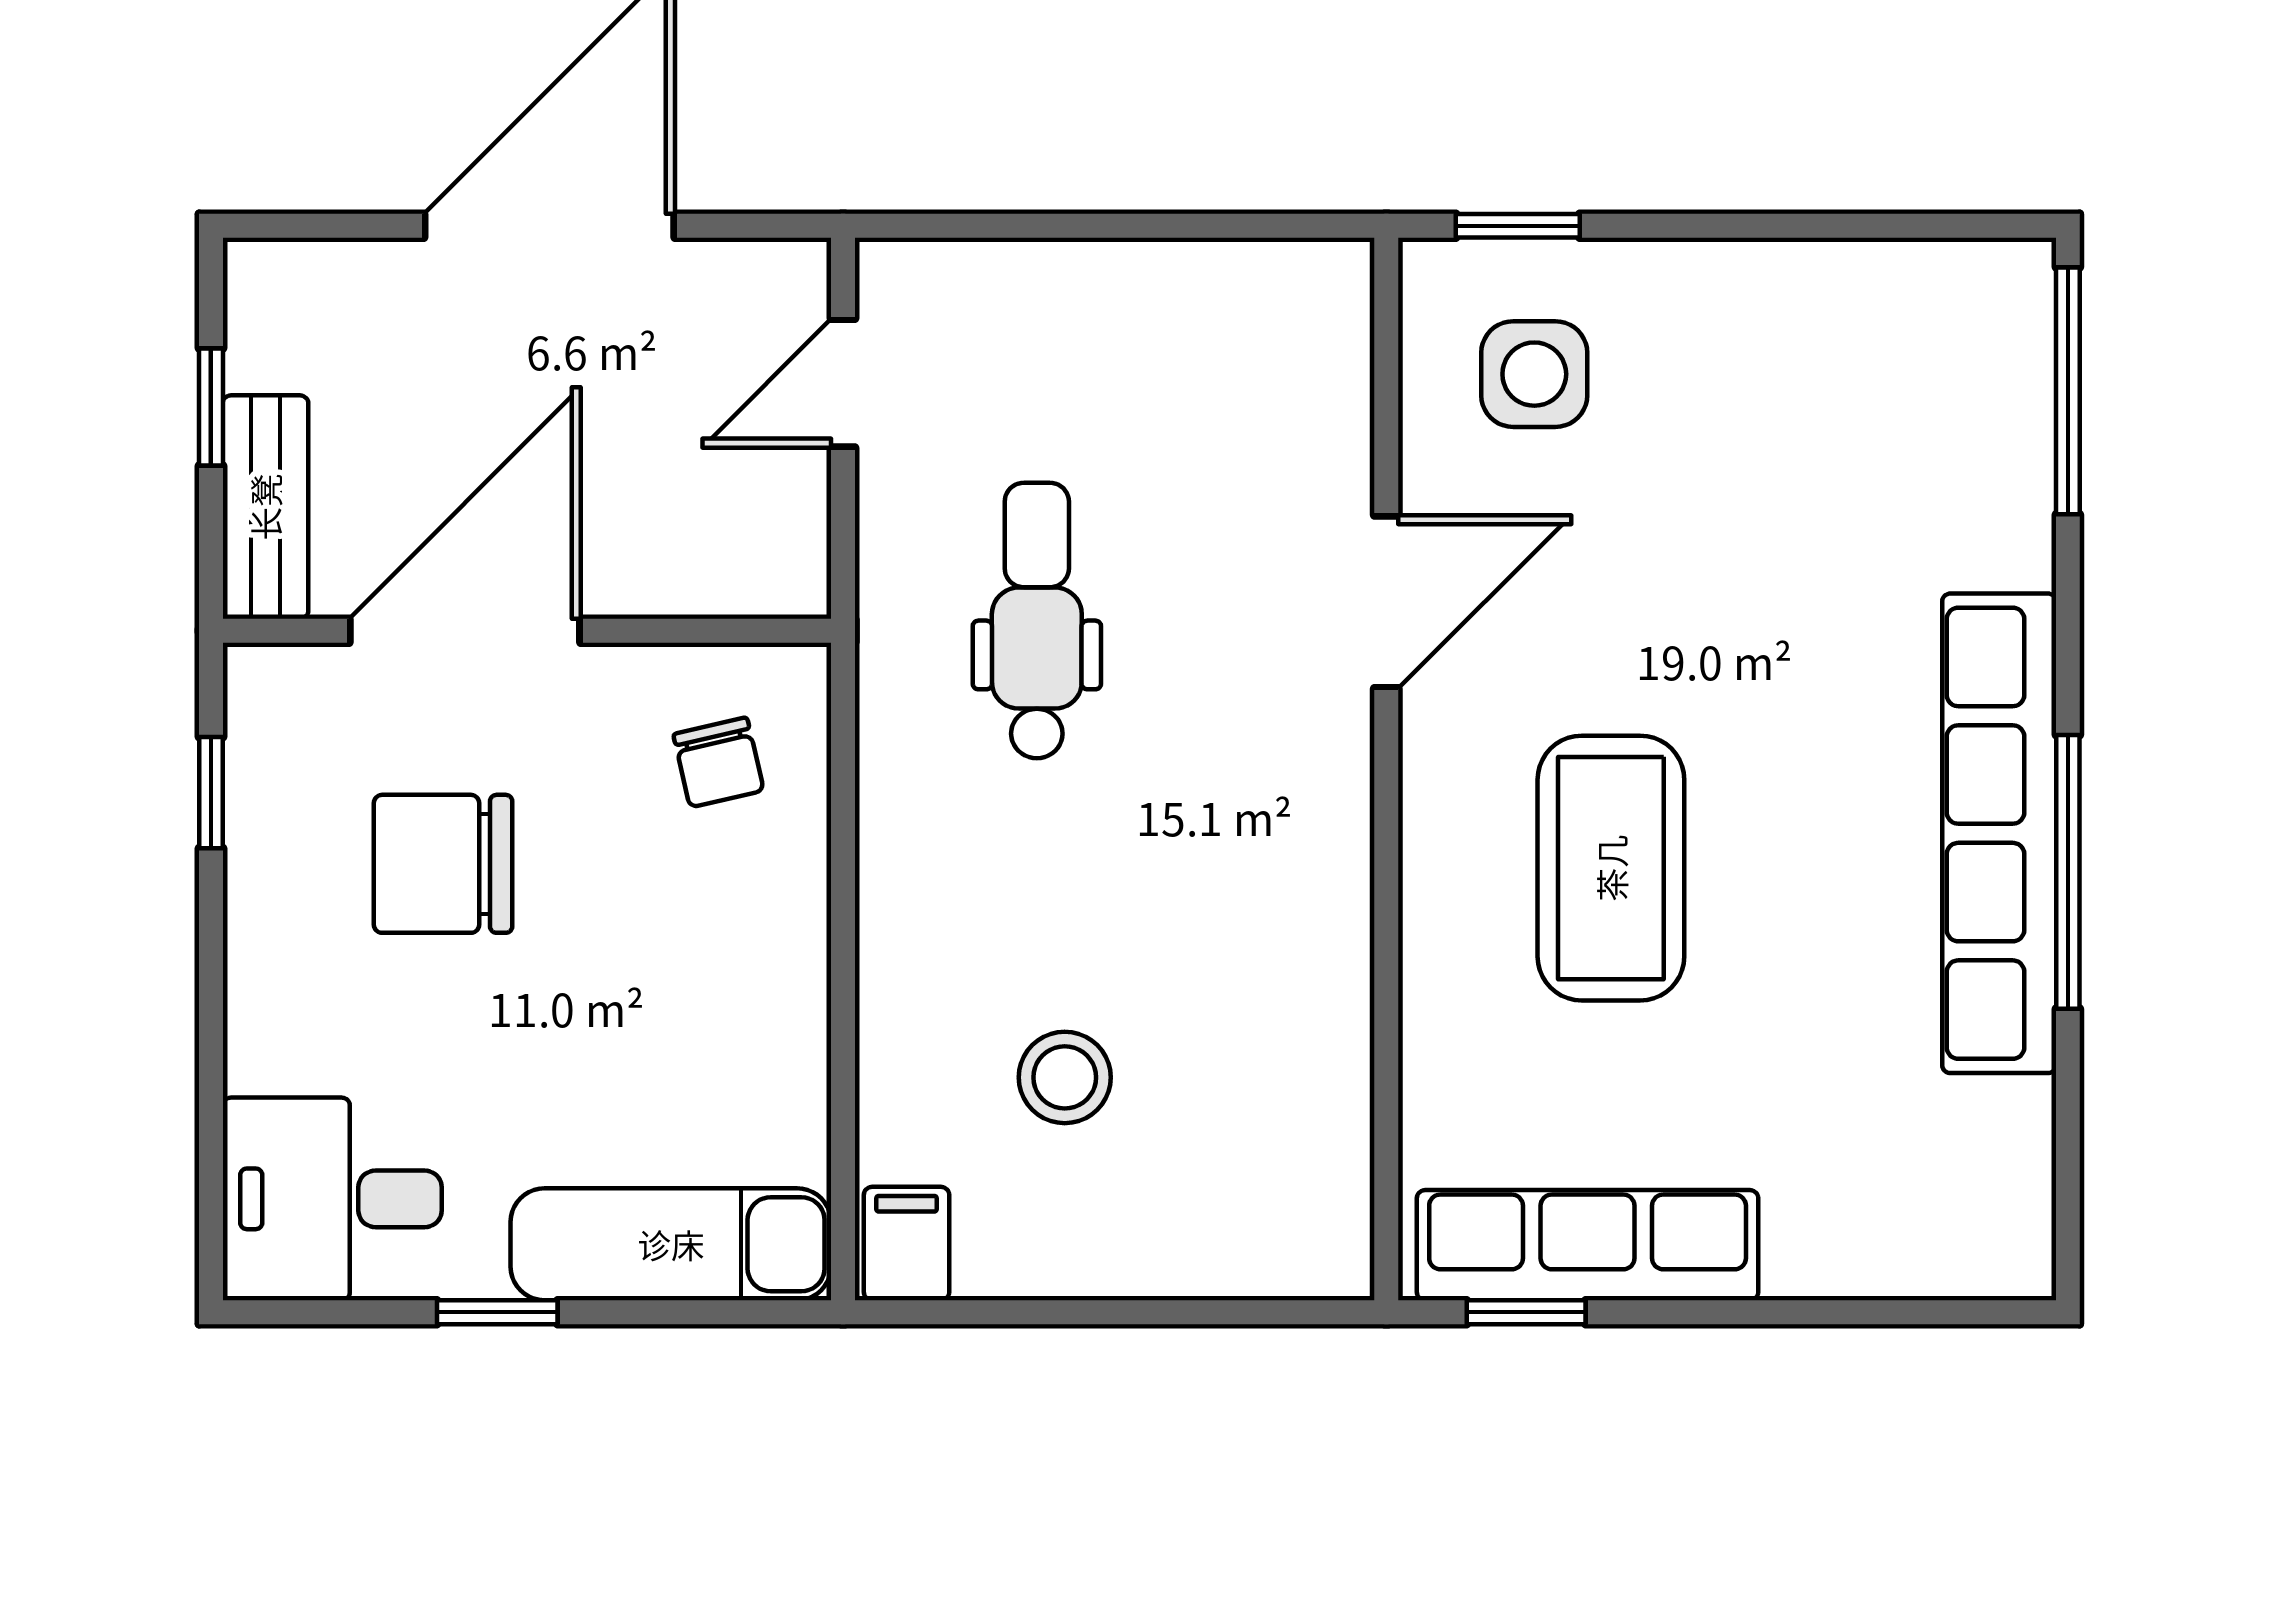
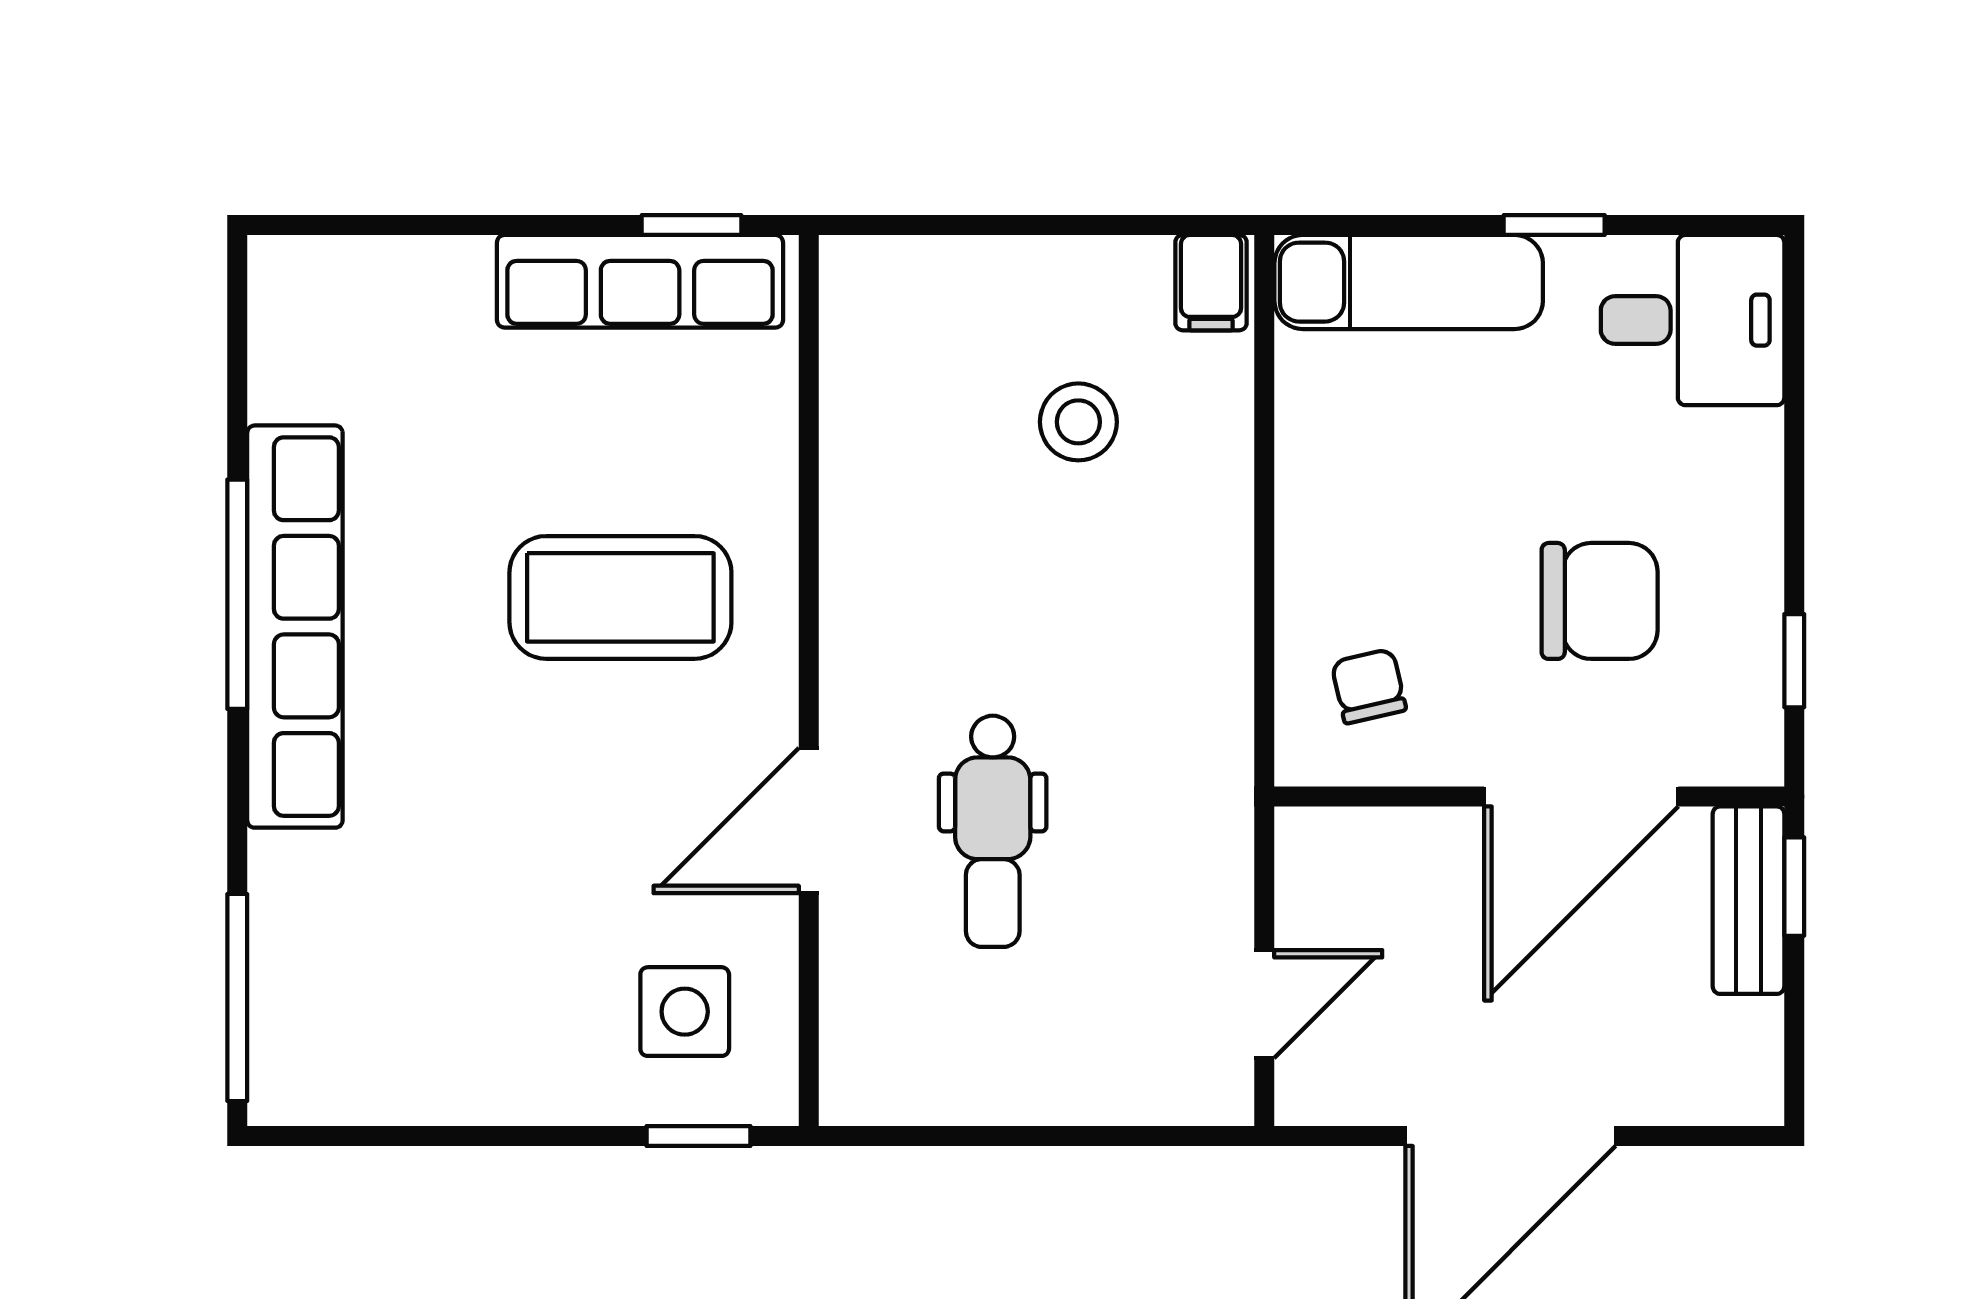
window: (211, 407) -> (1794, 887), moved
dental chair: (1037, 620) -> (993, 831), moved
coffee table: (1611, 868) -> (620, 597), turned 90

